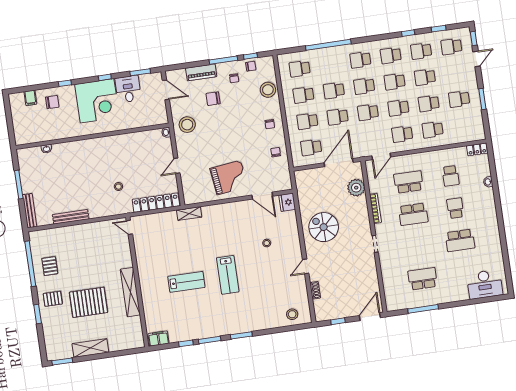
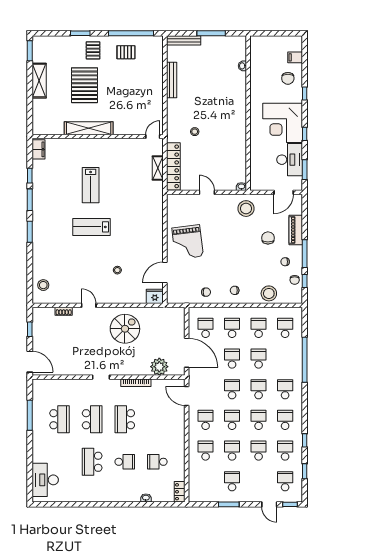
desk: (128, 89) -> (290, 160), width x1.37
school desk: (408, 182) -> (92, 419), moved
shelving: (189, 214) -> (158, 168), moved

